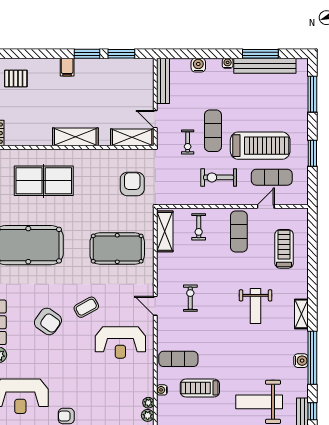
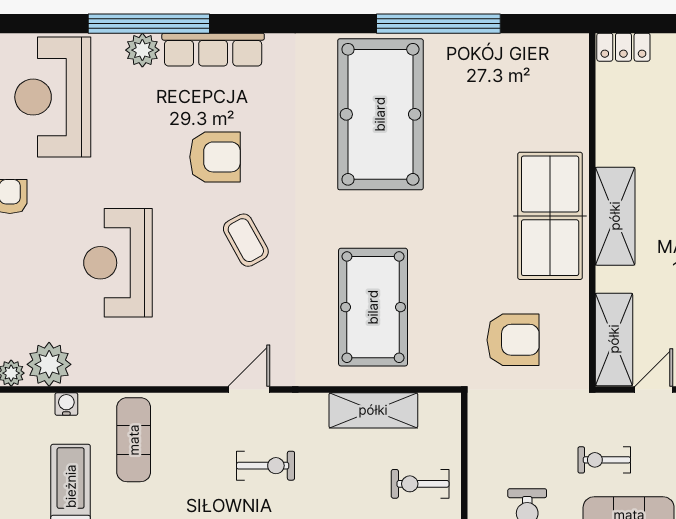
table tennis table: (44, 181) -> (550, 216), moved
shelving: (165, 231) -> (373, 410), moved
armchair: (48, 321) -> (215, 157), turned -125
reception desk: (120, 342) -> (118, 263), moved
plant: (148, 403) -> (49, 364), width x1.88, depth x1.88

